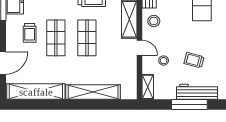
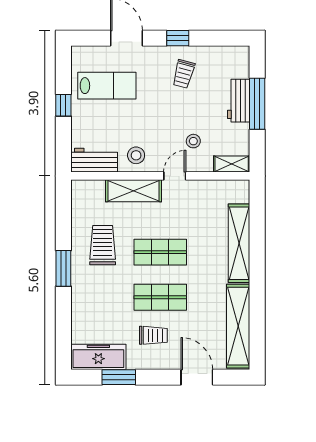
trolley: (194, 60) -> (184, 74), moved
workbench: (197, 92) -> (239, 101), width x0.73

